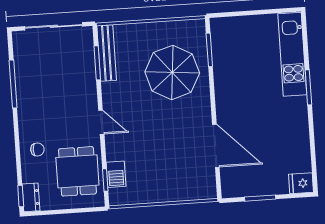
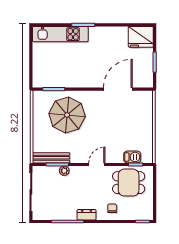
plant: (89, 74) -> (64, 171), added
fridge: (301, 183) -> (141, 37), width x1.88, depth x1.34
dresser: (31, 197) -> (87, 215), moved

